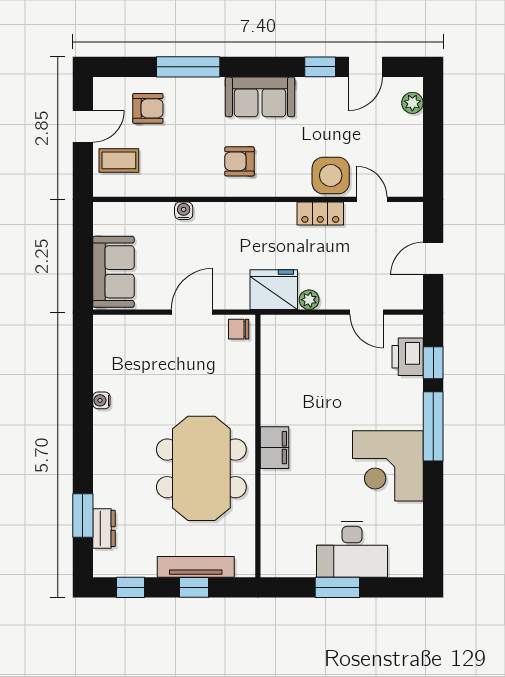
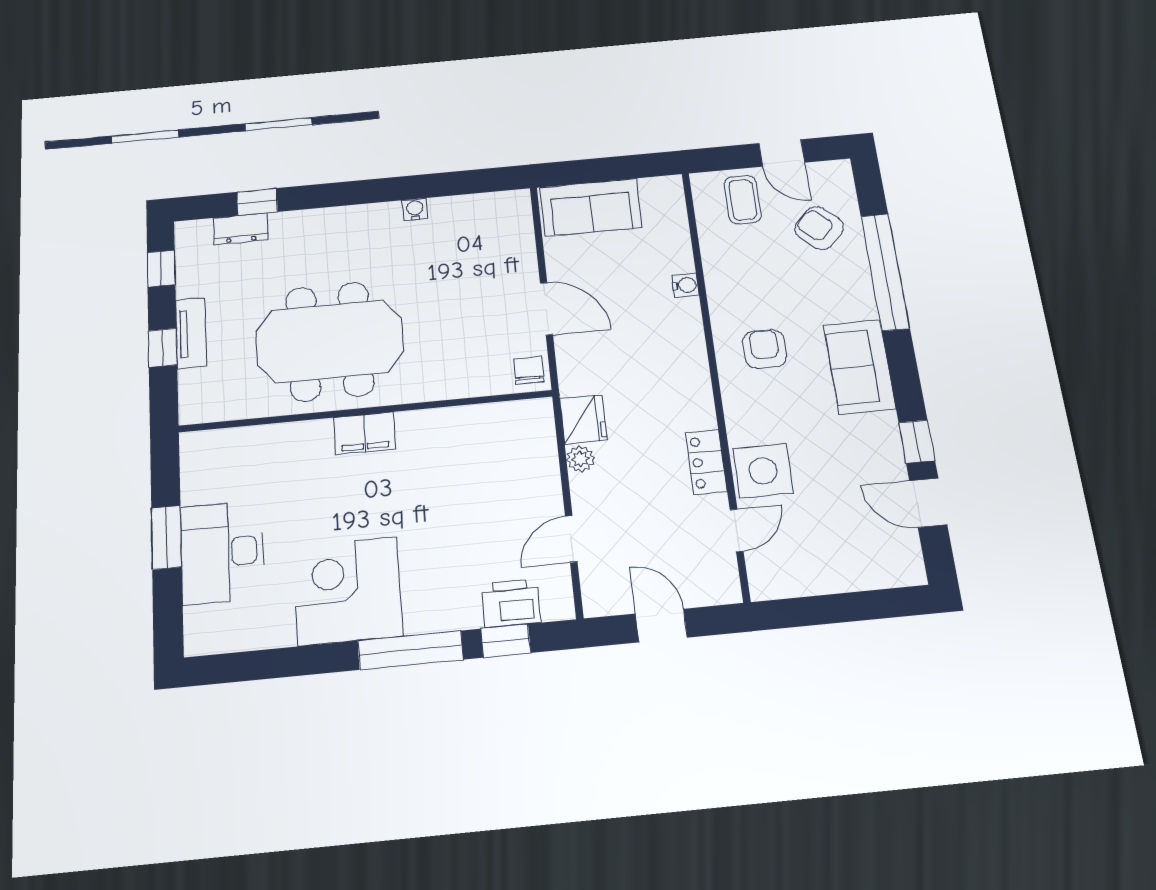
window: (188, 67) -> (885, 272), width x1.46
plant: (412, 103) -> (887, 573), removed
armchair: (148, 108) -> (819, 228), turned 134
fridge: (274, 290) -> (583, 419), width x0.73, depth x0.75
window: (83, 516) -> (257, 202), width x0.67
tv unit: (196, 567) -> (191, 333), width x0.71

